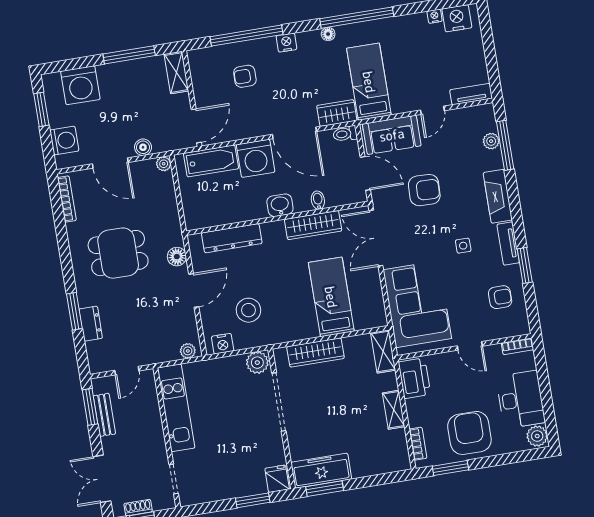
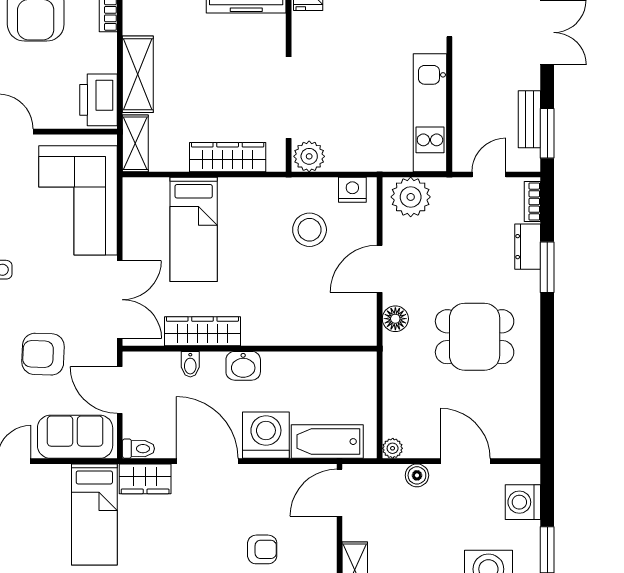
bookcase: (67, 199) -> (532, 201), moved, width x0.64
dresser: (232, 238) -> (316, 332), removed
plant: (188, 351) -> (411, 197), width x1.88, depth x1.88
shelving: (394, 410) -> (138, 74), width x1.50, depth x1.33

